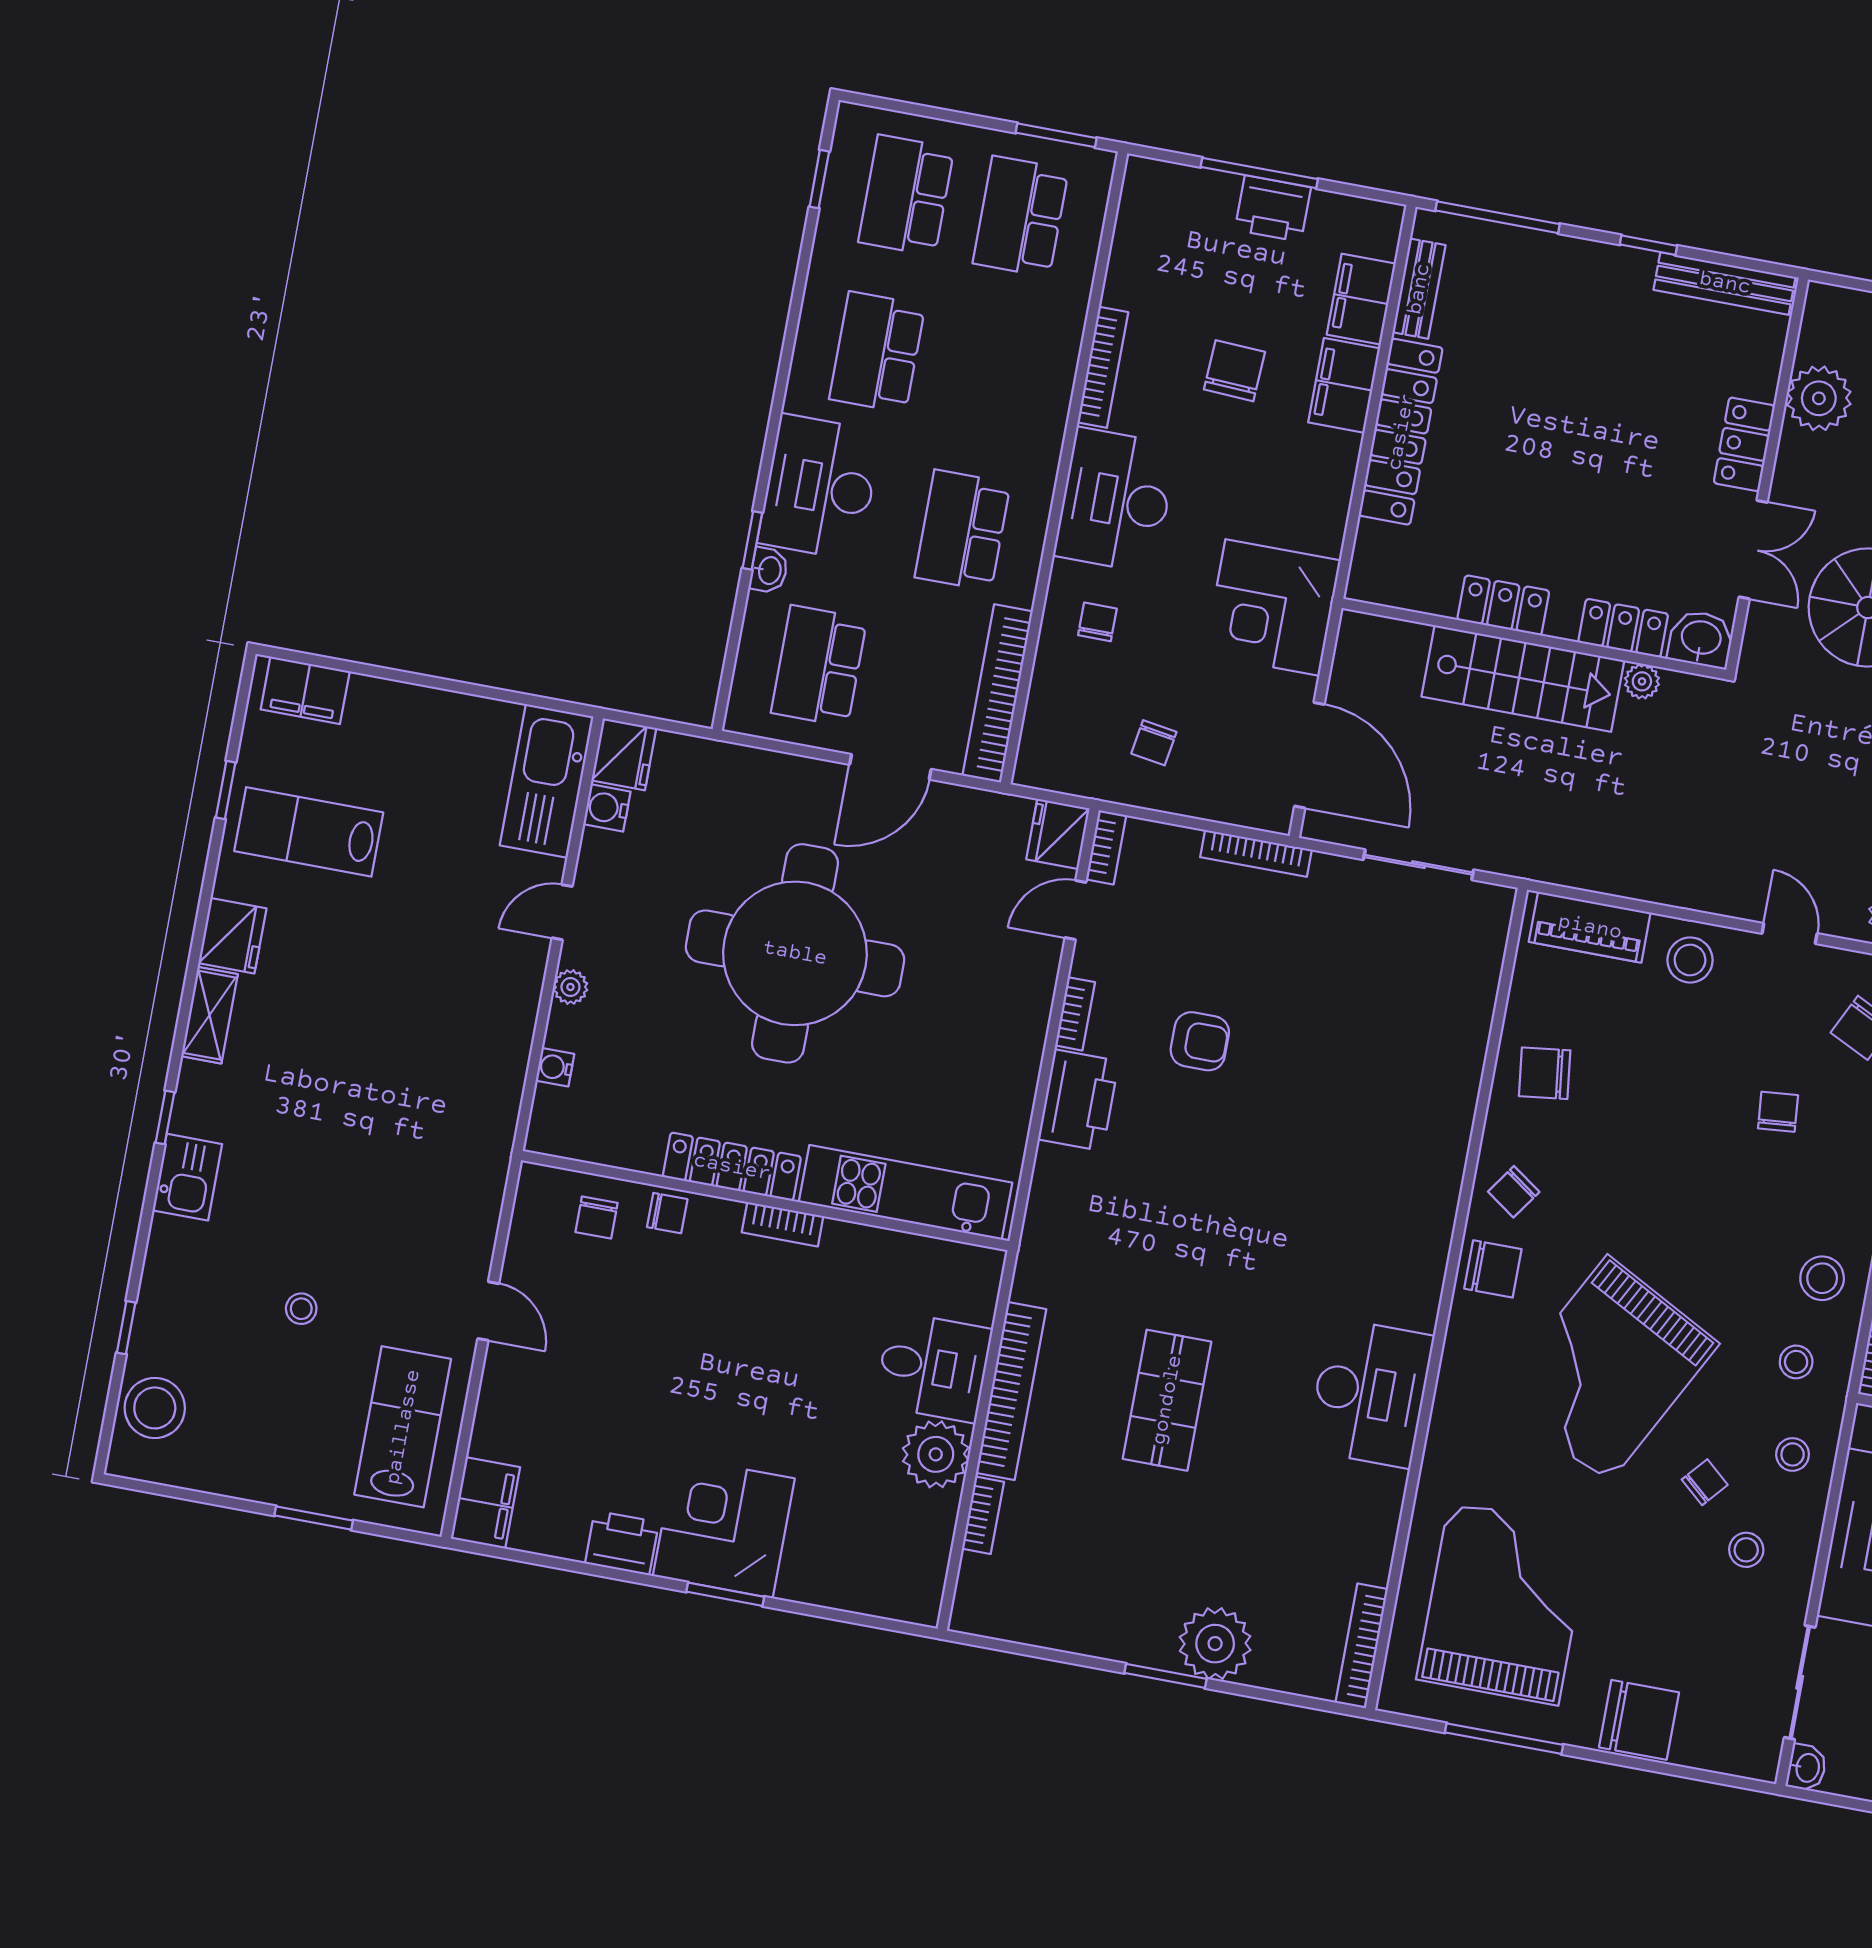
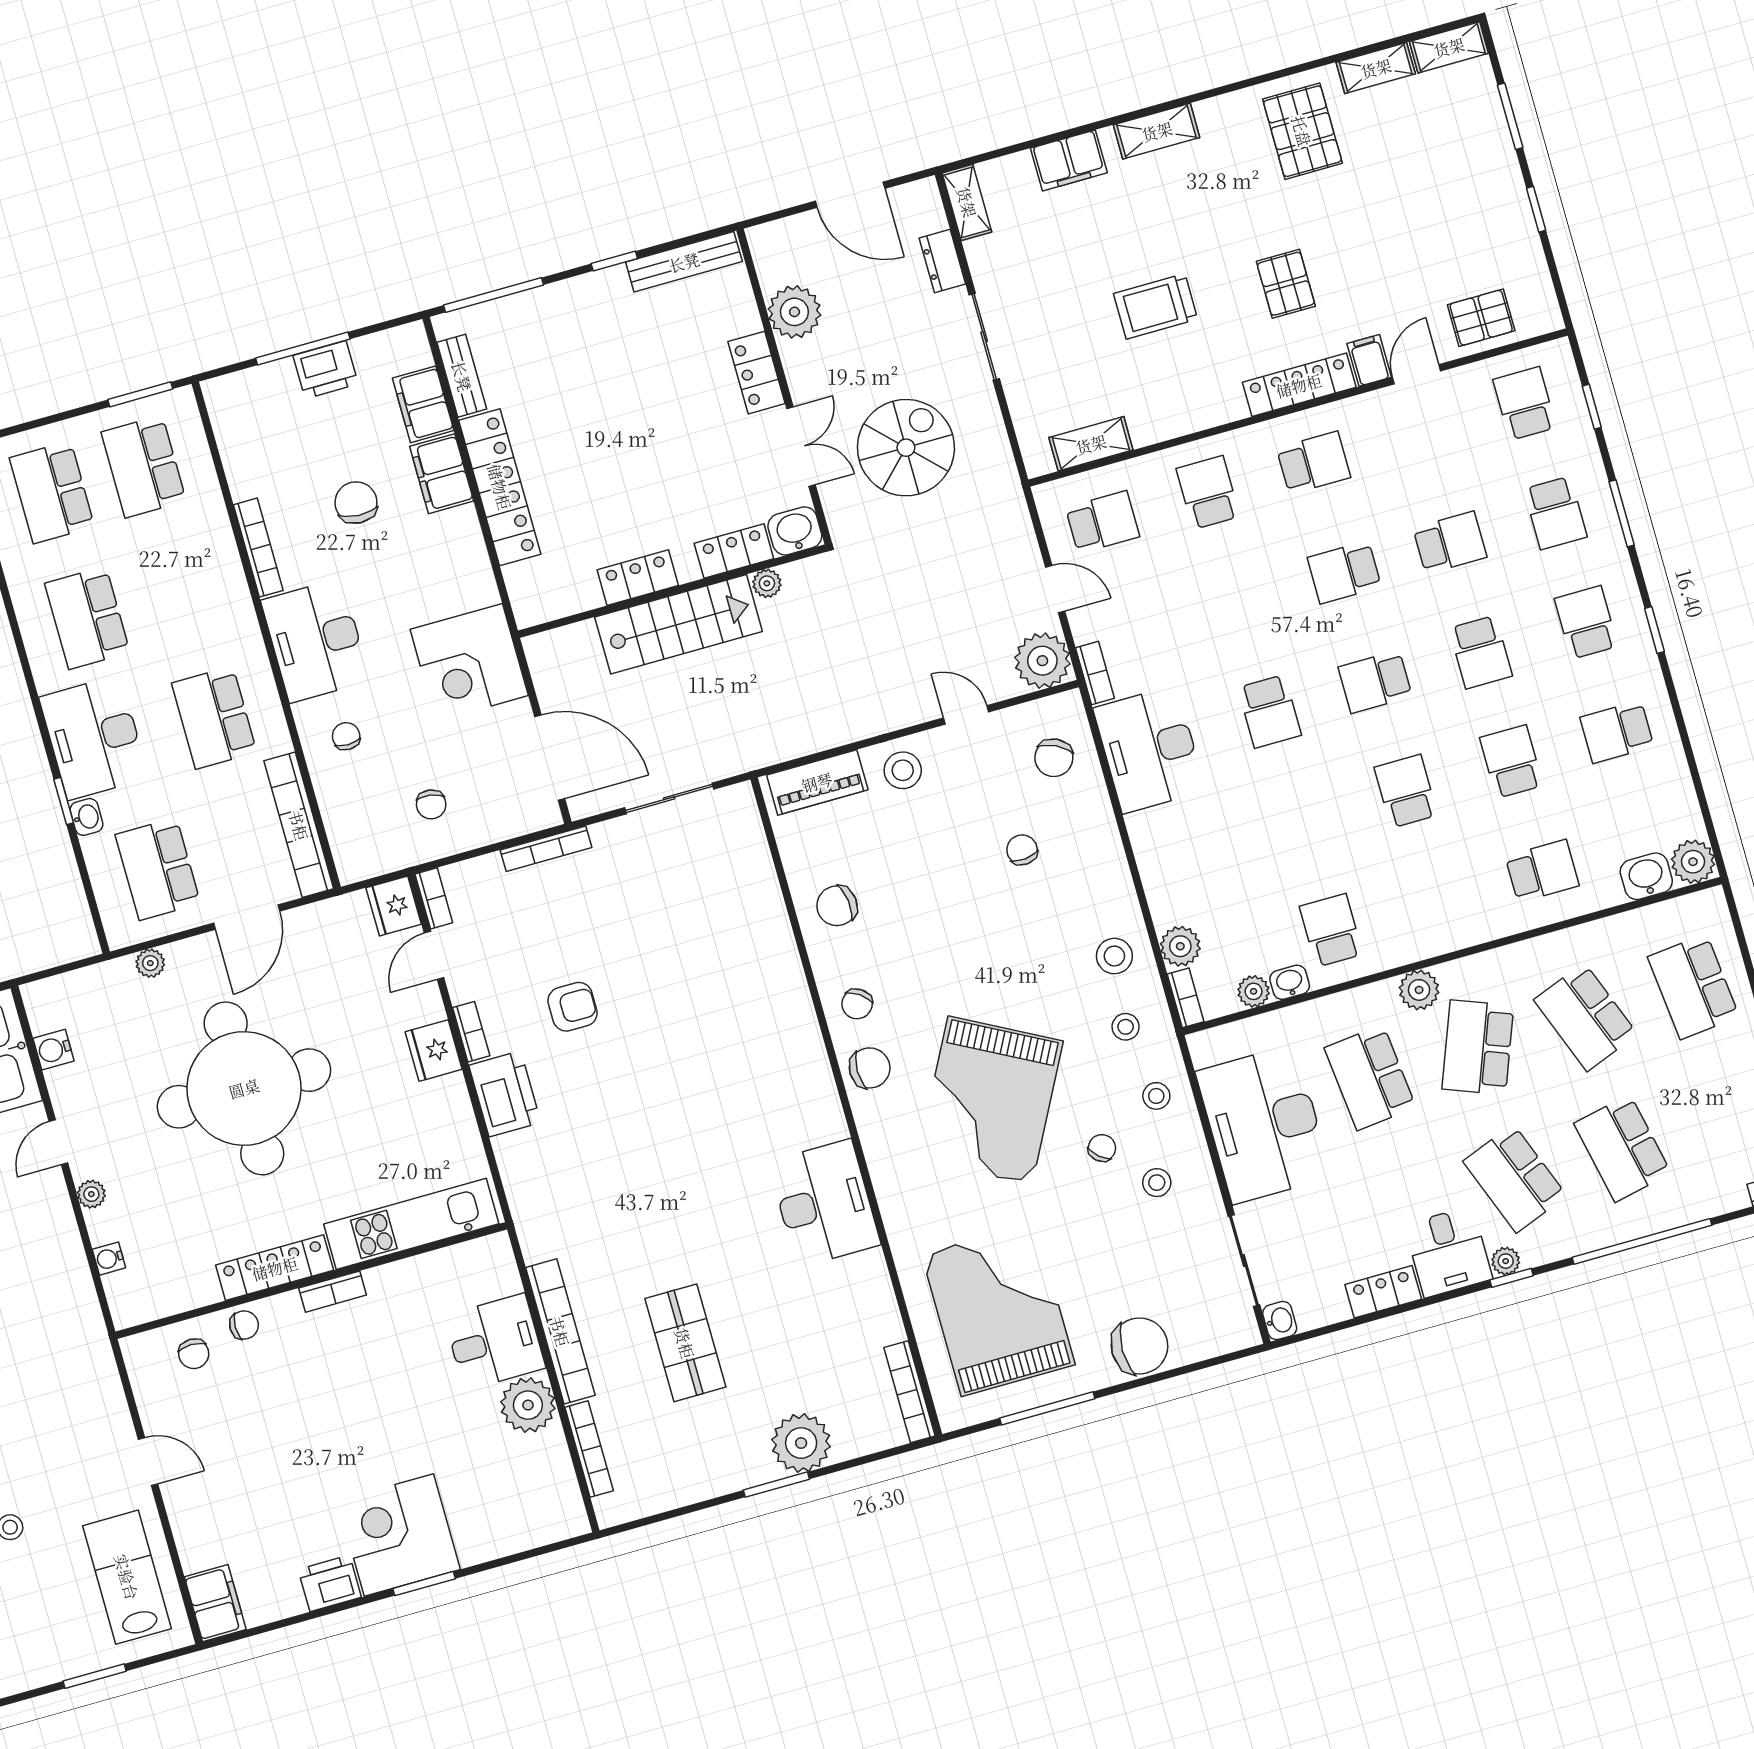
fridge: (624, 754) -> (434, 1051), moved, turned 180
plant: (760, 765) -> (150, 963), added
shop shelf: (1167, 1400) -> (685, 1343), moved
bookcase: (983, 1515) -> (589, 1449), width x1.56

